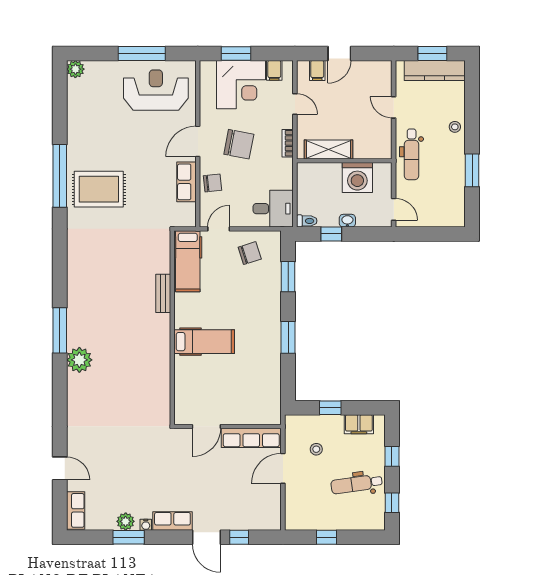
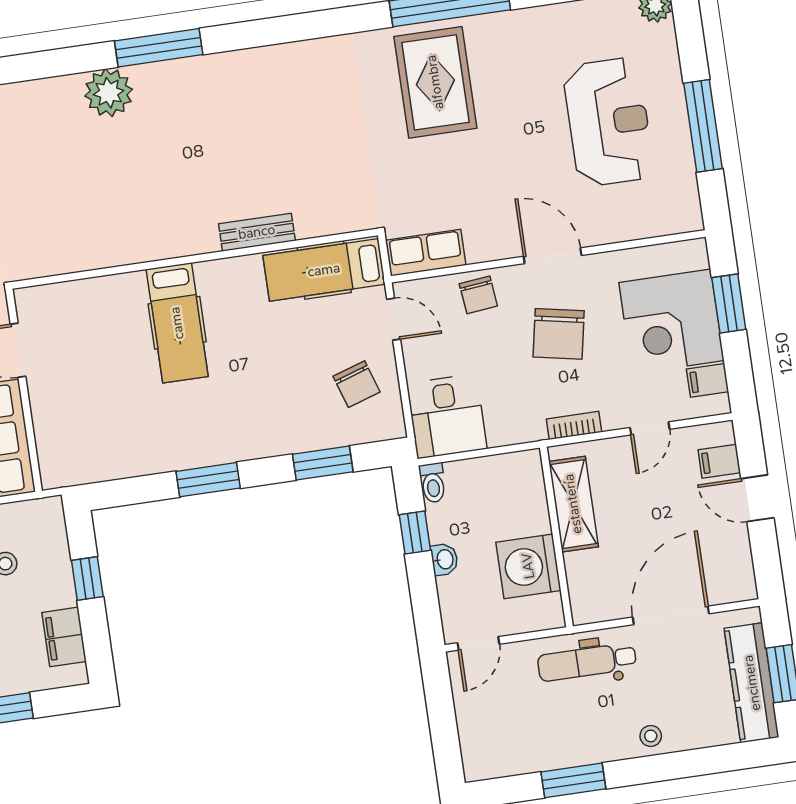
reception desk: (156, 90) -> (609, 122), moved
door: (394, 107) -> (671, 615), width x1.87
row of seats: (187, 182) -> (426, 253), moved

